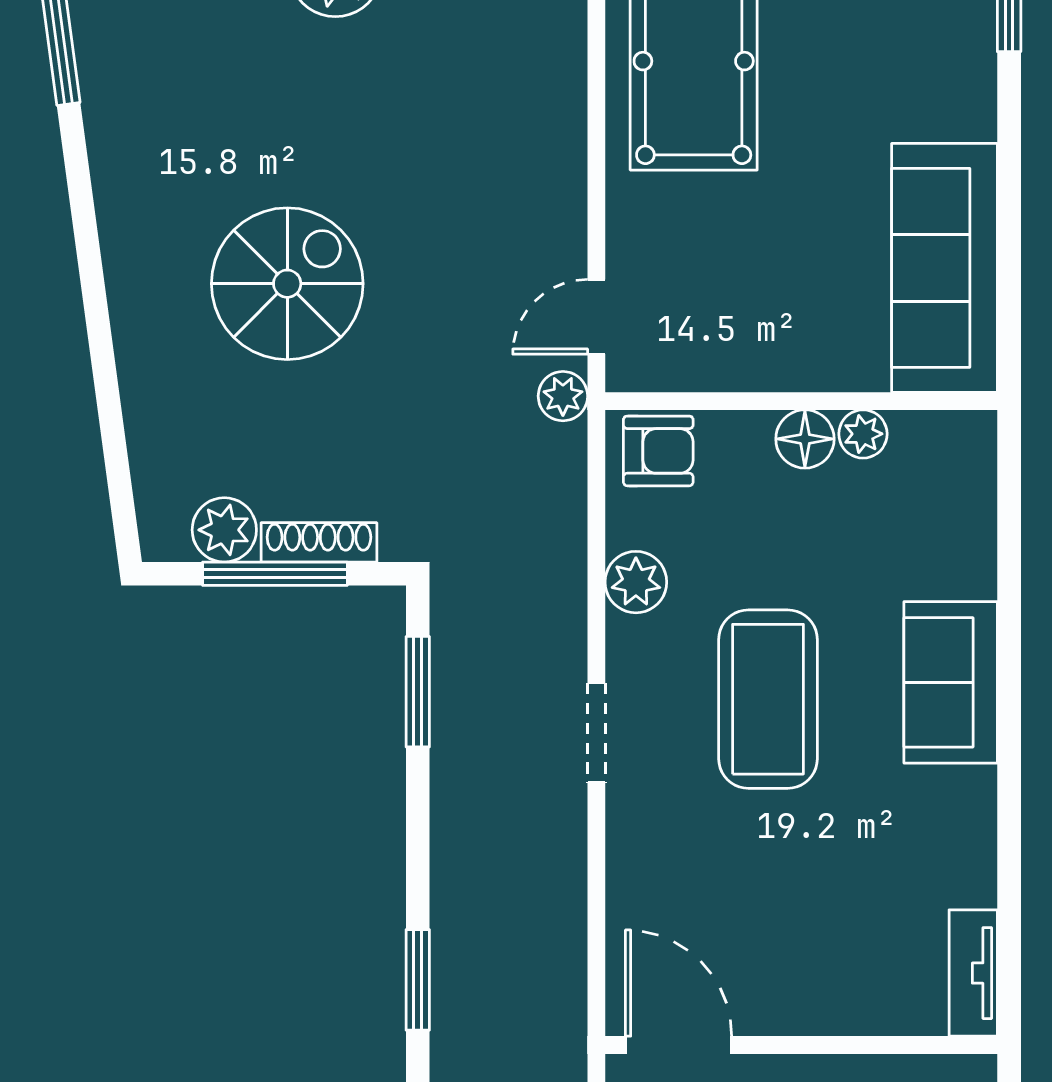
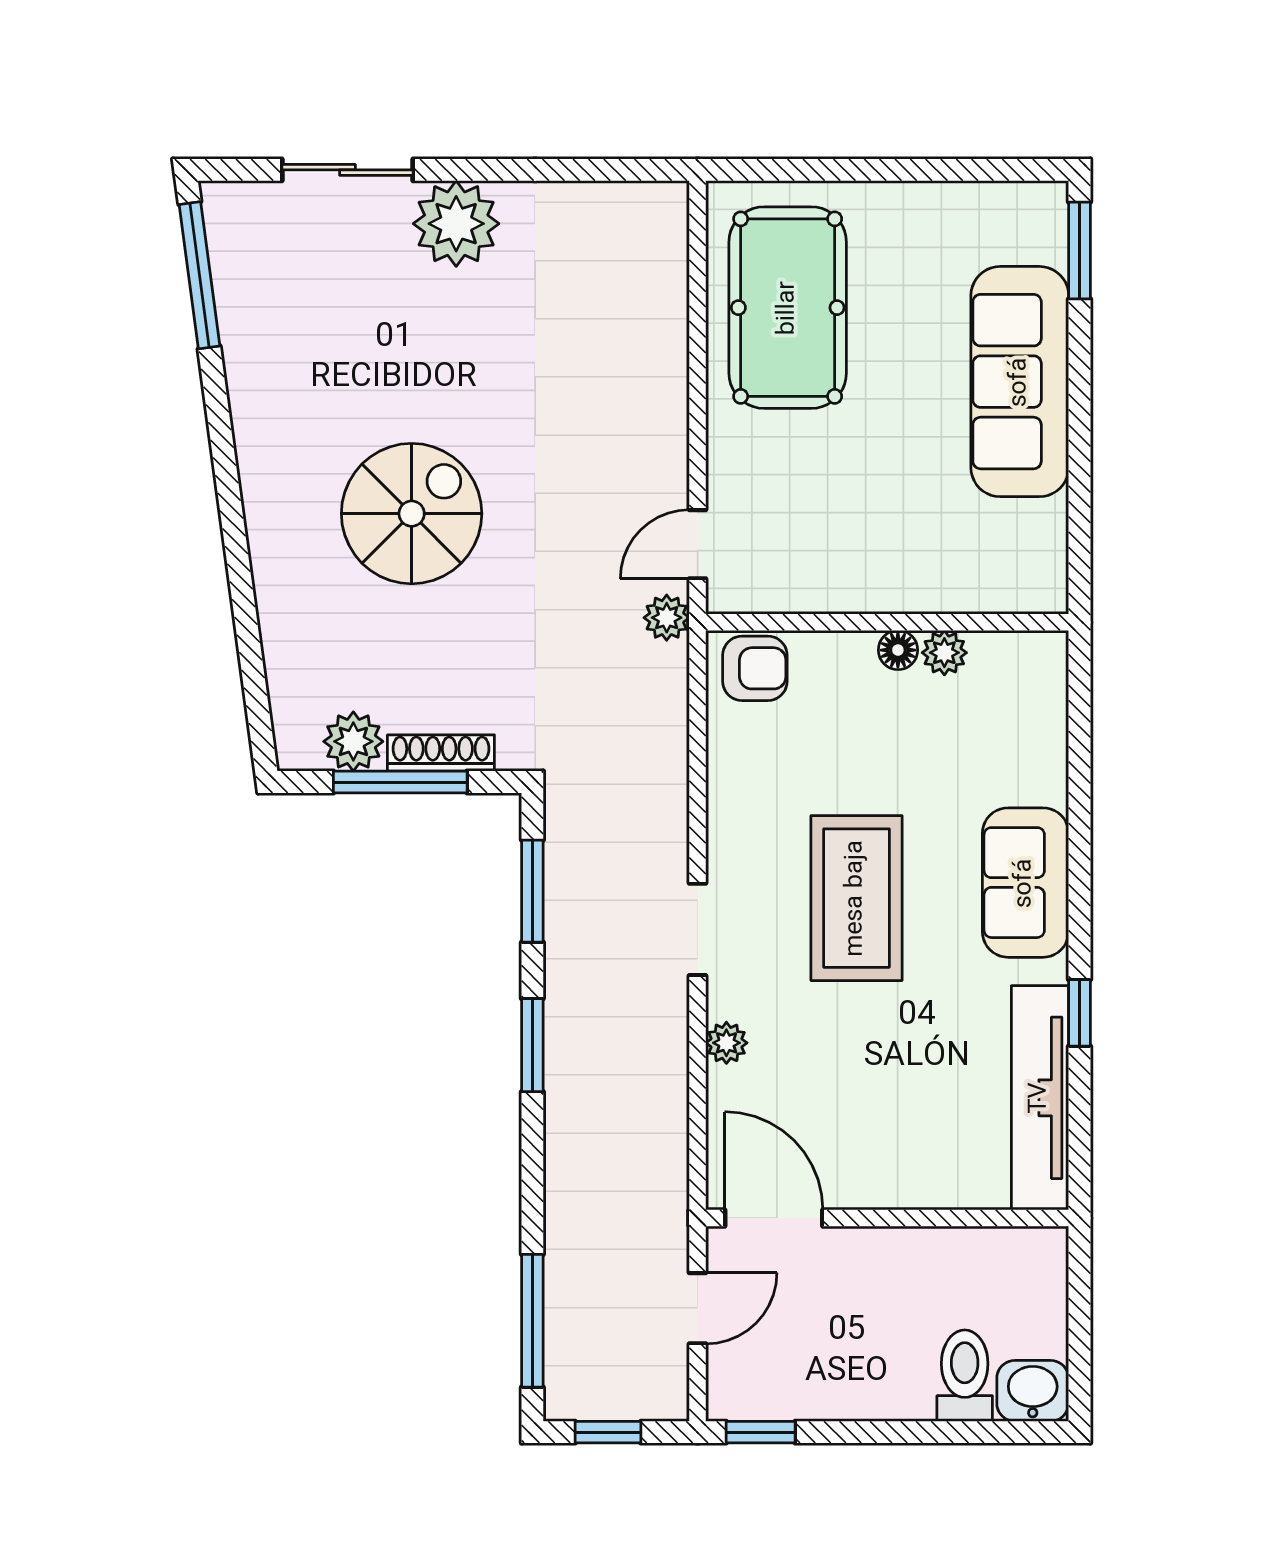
sofa: (944, 268) -> (1020, 382), moved
floor lamp: (805, 439) -> (898, 650), width x0.73, depth x0.73
plant: (636, 582) -> (726, 1043), moved, width x0.73, depth x0.73
window: (1009, 823) -> (1080, 1013), added
tv unit: (973, 973) -> (1040, 1098), width x1.92, depth x1.29
window: (418, 980) -> (532, 1045), moved

